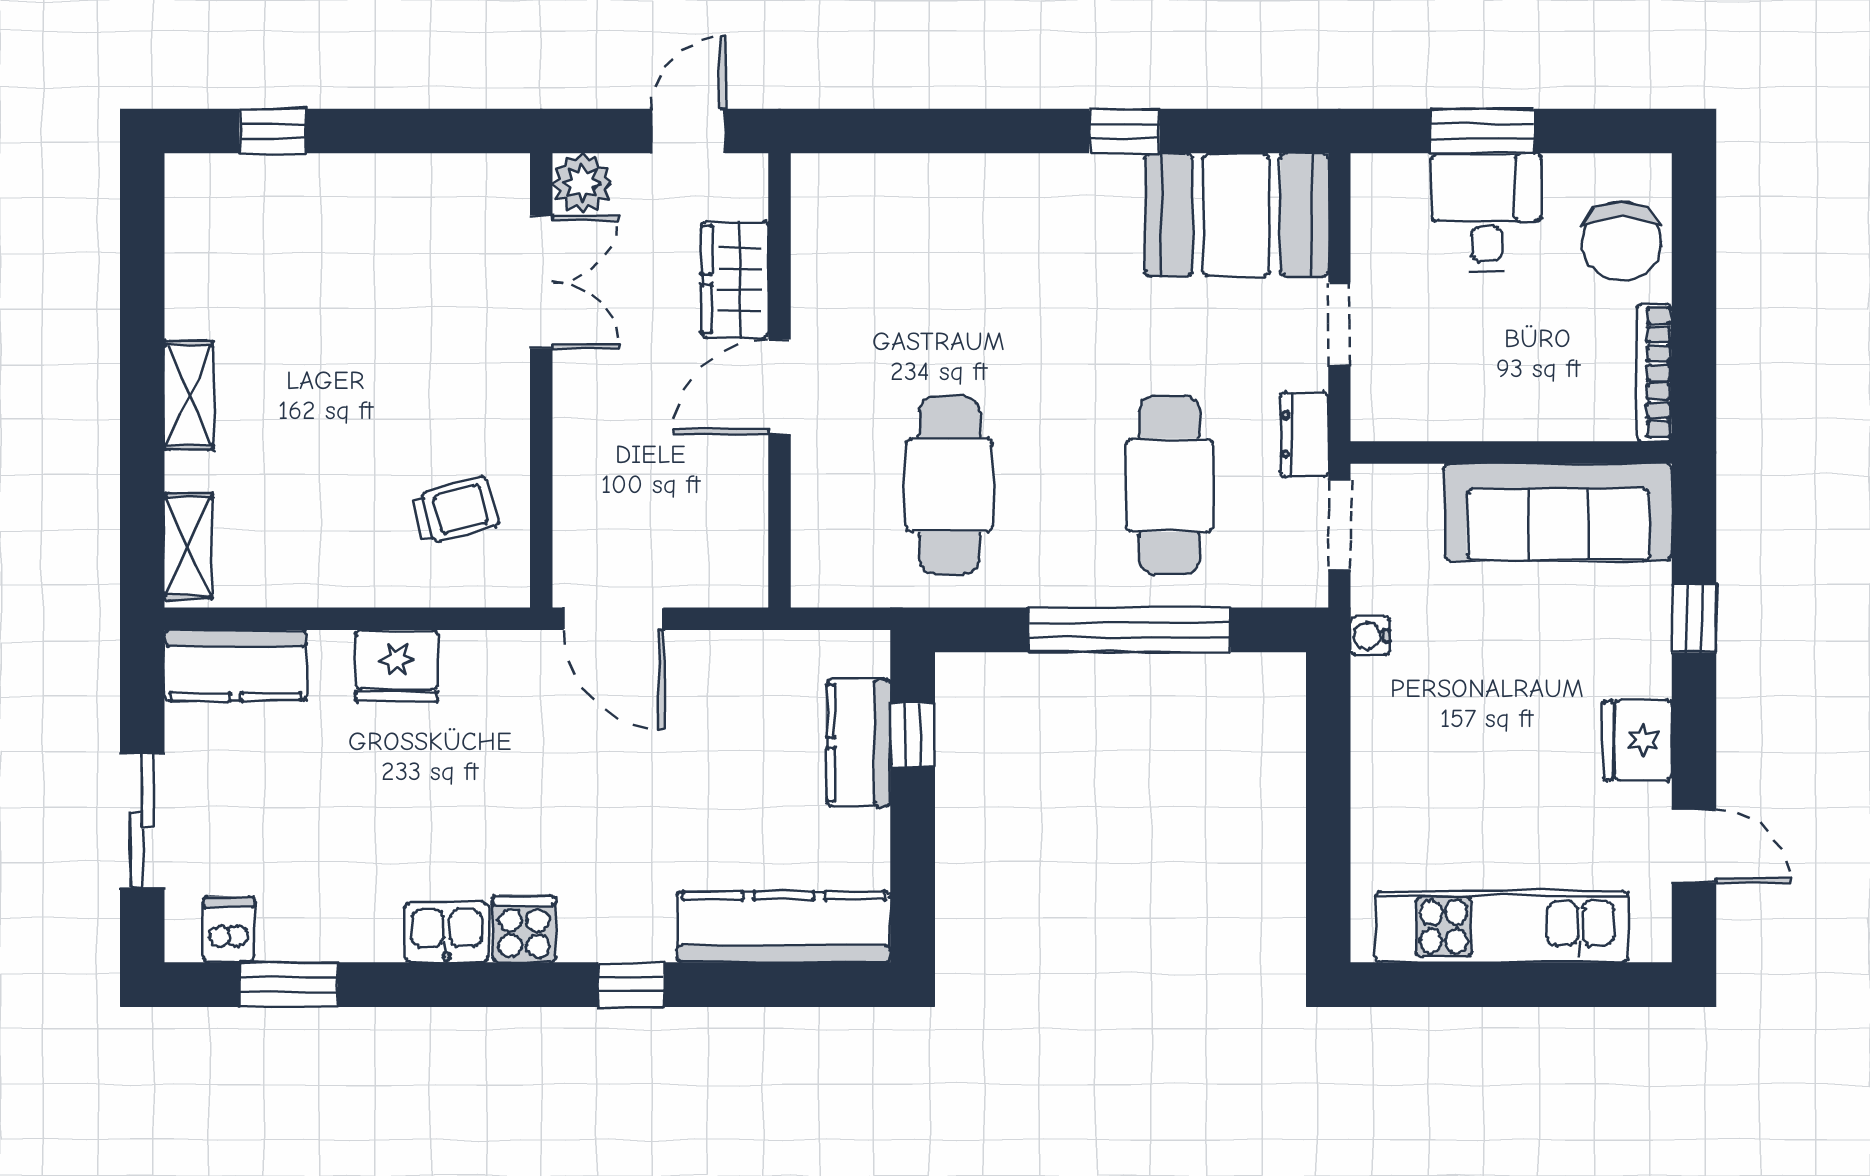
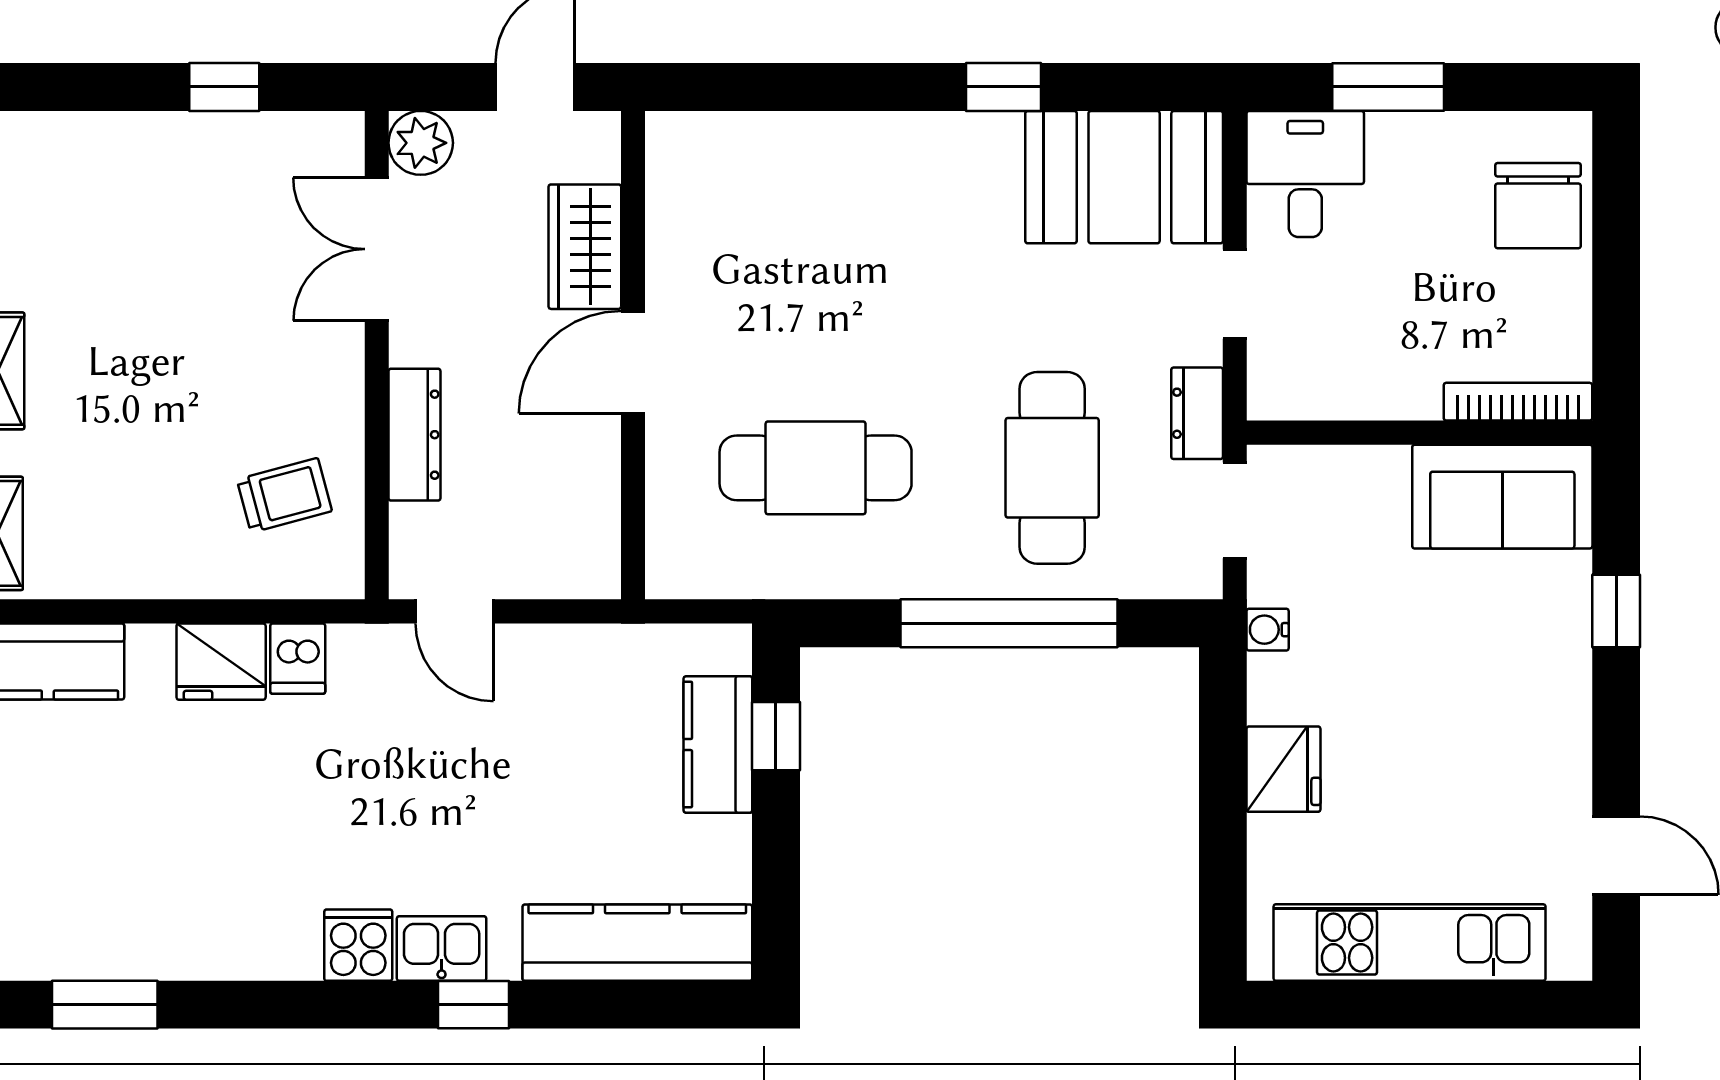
window: (272, 131) -> (224, 87), moved
desk: (1486, 212) -> (1305, 174), moved
double door: (541, 282) -> (377, 249), swing flipped
bookcase: (1654, 372) -> (1518, 402), moved, turned 90
dresser: (576, 454) -> (414, 435), added
cafe table: (949, 485) -> (816, 468), turned 90
sofa: (1558, 512) -> (1502, 497), width x0.73
door: (614, 619) -> (454, 611), width x0.73
fridge: (1638, 740) -> (1283, 769), moved, turned 180
dishwasher: (229, 930) -> (298, 659), moved, turned 180
kitchen sink: (447, 932) -> (442, 948), moved

